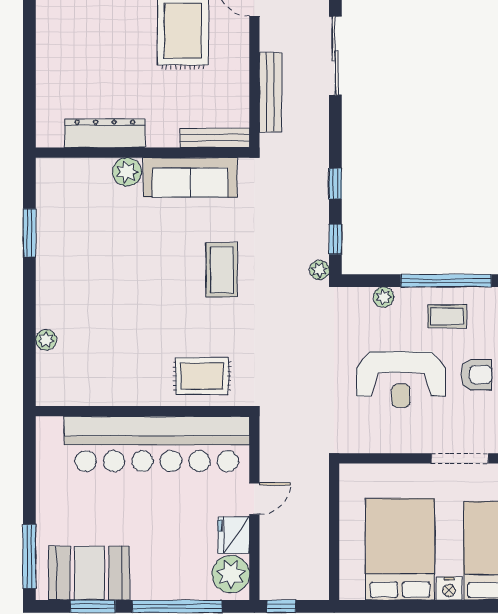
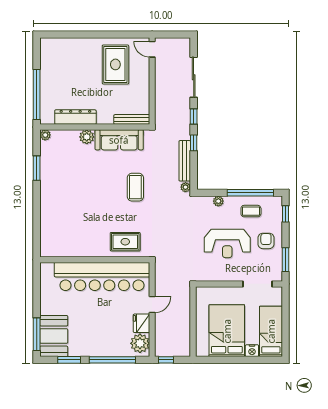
window: (29, 89) -> (37, 95), added
bench: (271, 92) -> (185, 161), moved
window: (335, 239) -> (194, 116), moved
plant: (46, 340) -> (45, 135), moved
armchair: (476, 375) -> (266, 241), turned -90
booth: (89, 573) -> (54, 336), moved, turned 90

